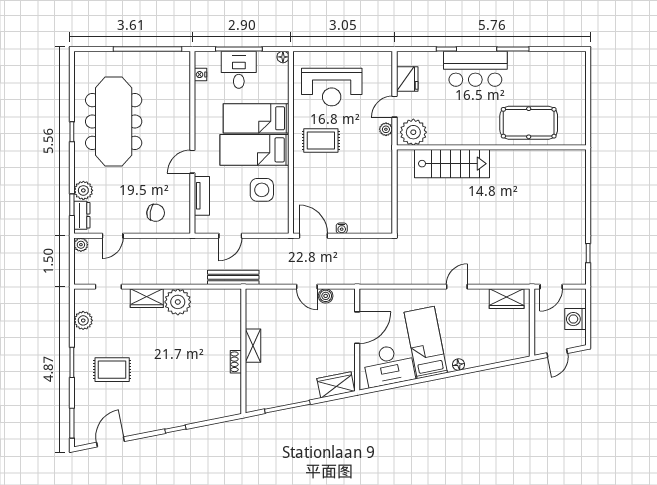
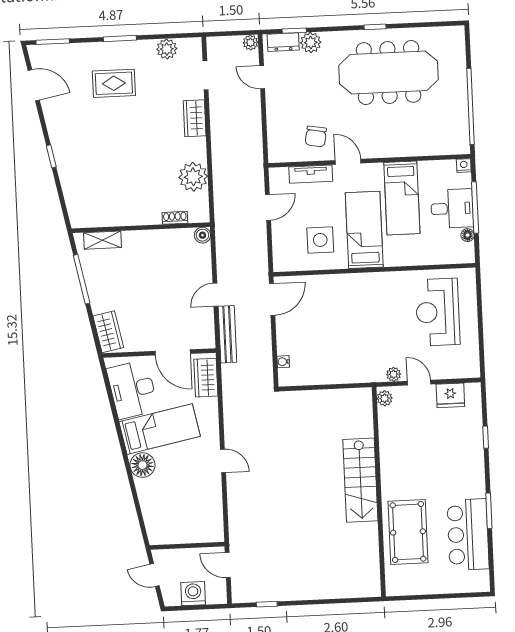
floor lamp: (283, 57) -> (468, 235), moved
bar counter: (475, 69) -> (468, 535), moved
nightstand: (201, 75) -> (464, 166), moved
bed: (256, 118) -> (402, 198), moved, turned 180
plant: (413, 132) -> (385, 398), width x0.53, depth x0.53
rug: (321, 141) -> (378, 303), removed
stairs: (452, 164) -> (360, 480), moved
chair: (156, 213) -> (316, 136), moved
water cooler: (342, 228) -> (283, 362), moved
door: (230, 236) -> (268, 207), swing flipped
bench: (233, 277) -> (227, 334), moved
boiler: (326, 296) -> (202, 235), moved
wardrobe: (507, 299) -> (206, 378), moved
plant: (178, 302) -> (193, 177), moved
shelving: (253, 346) -> (102, 240), moved
shoe rack: (236, 362) -> (175, 218), moved
floor lamp: (458, 365) -> (142, 465), width x1.89, depth x1.89
rug: (112, 370) -> (114, 83), turned 90

